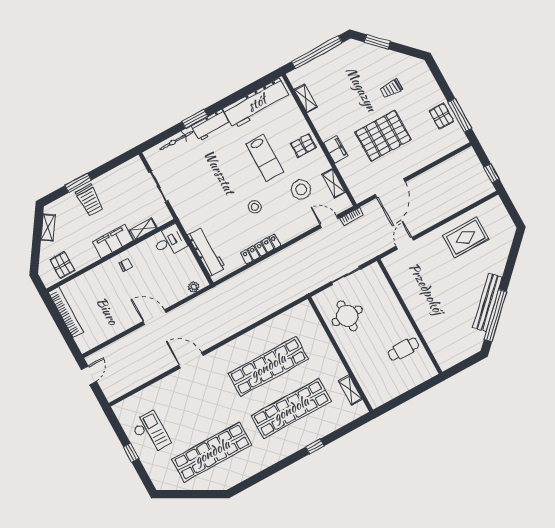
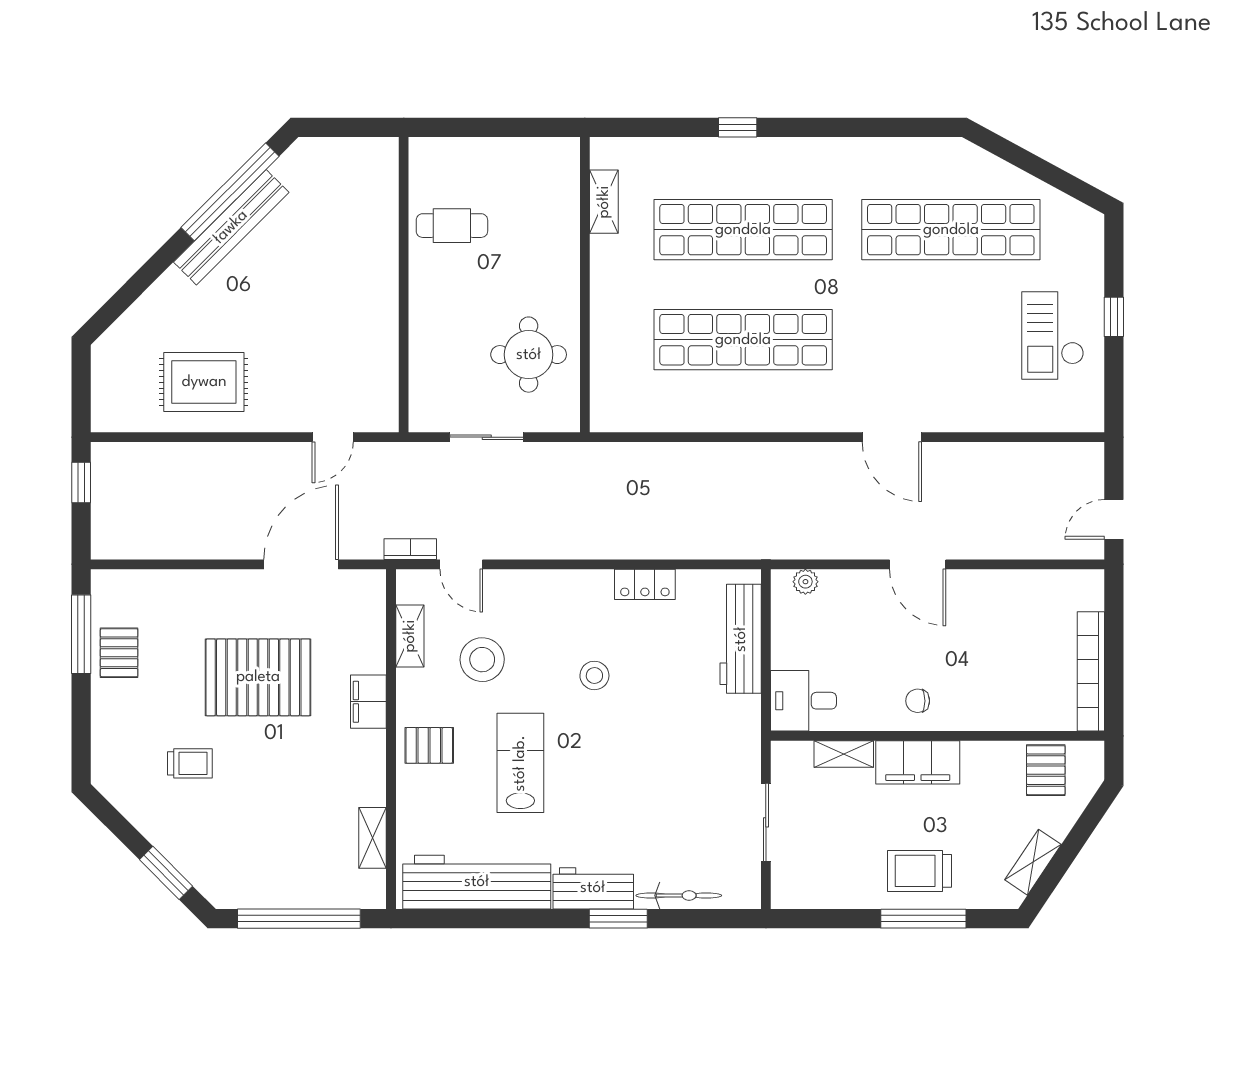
window: (78, 183) -> (923, 919), width x1.44
trolley: (90, 200) -> (920, 871), turned -90
locker: (261, 249) -> (645, 584), width x0.66

